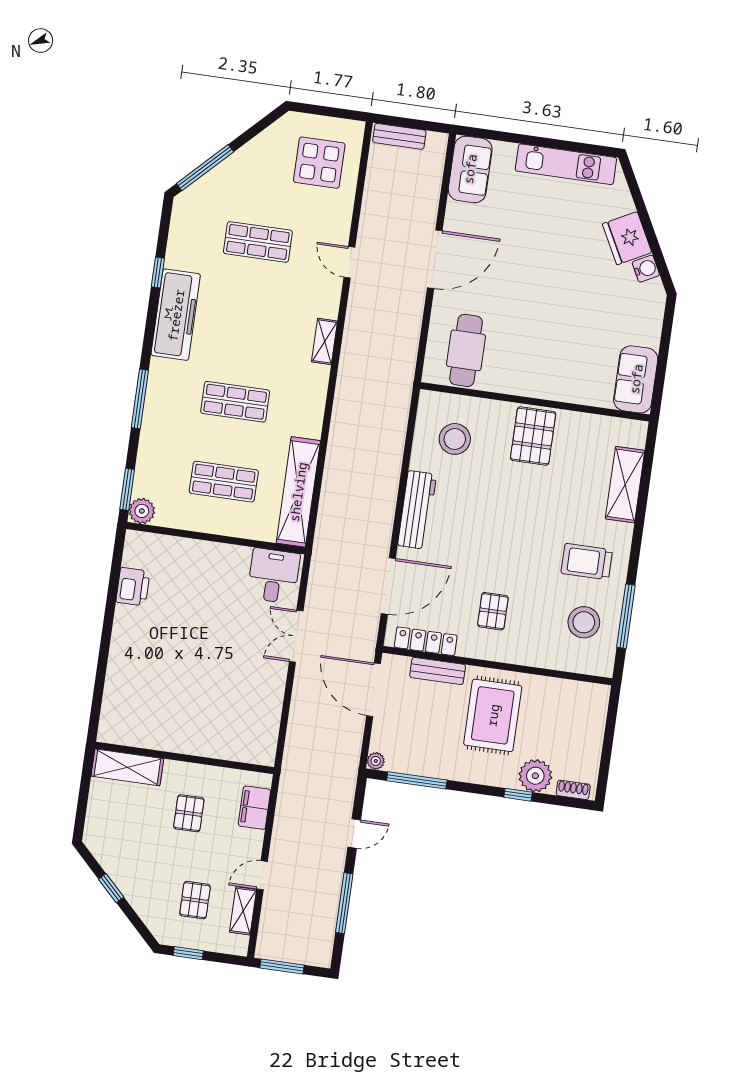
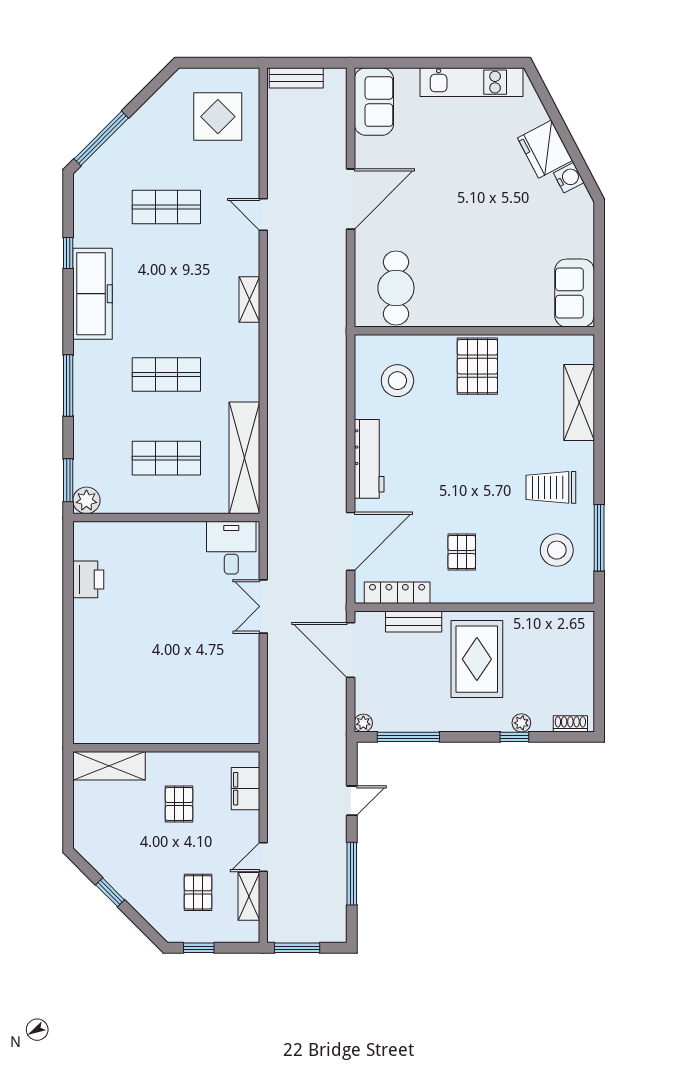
plant: (535, 776) -> (521, 723), width x0.53, depth x0.53

